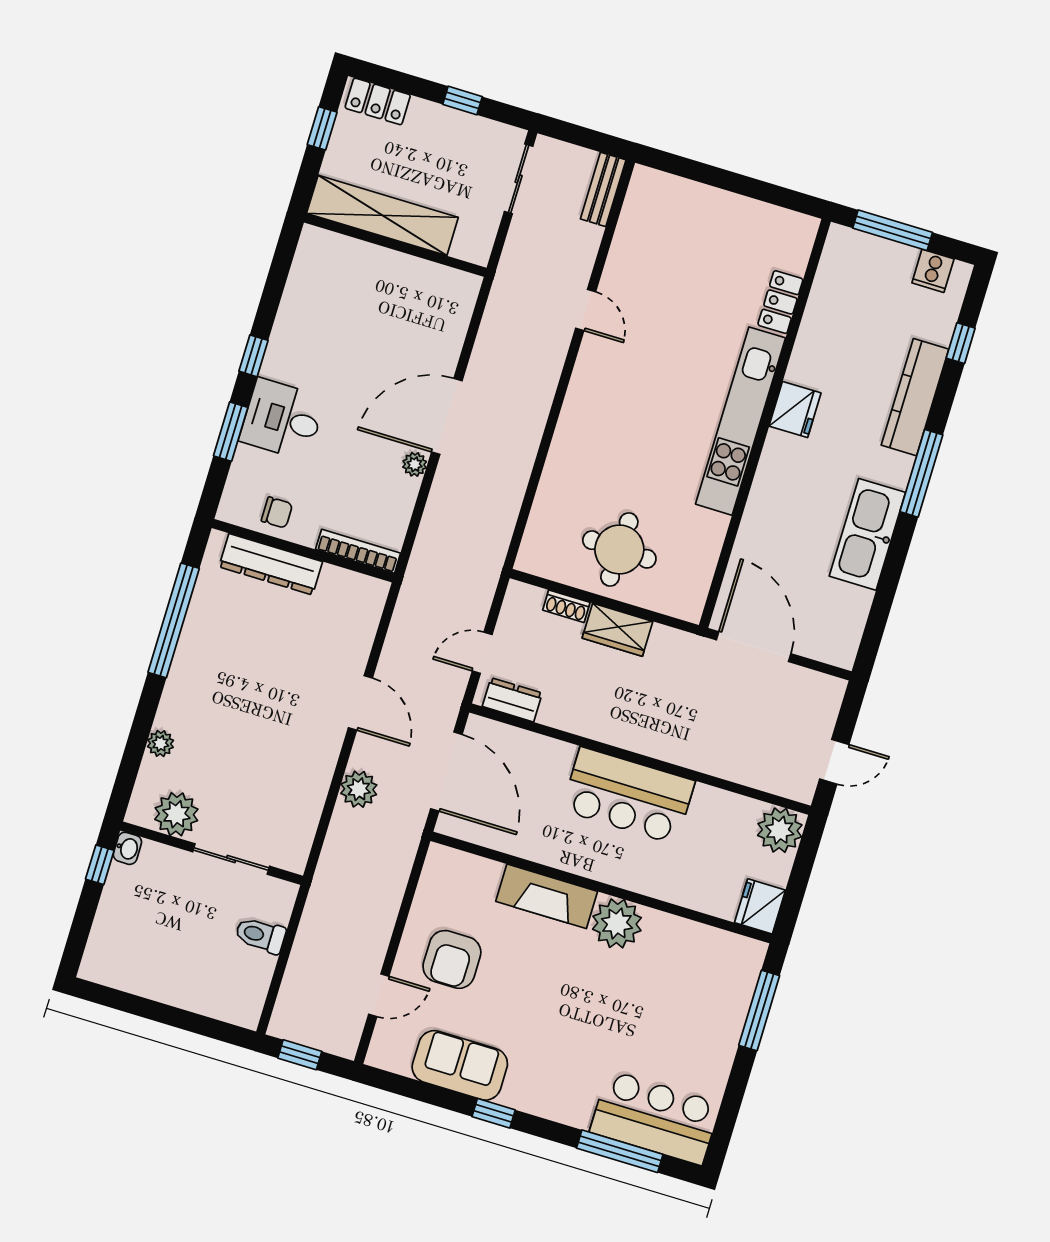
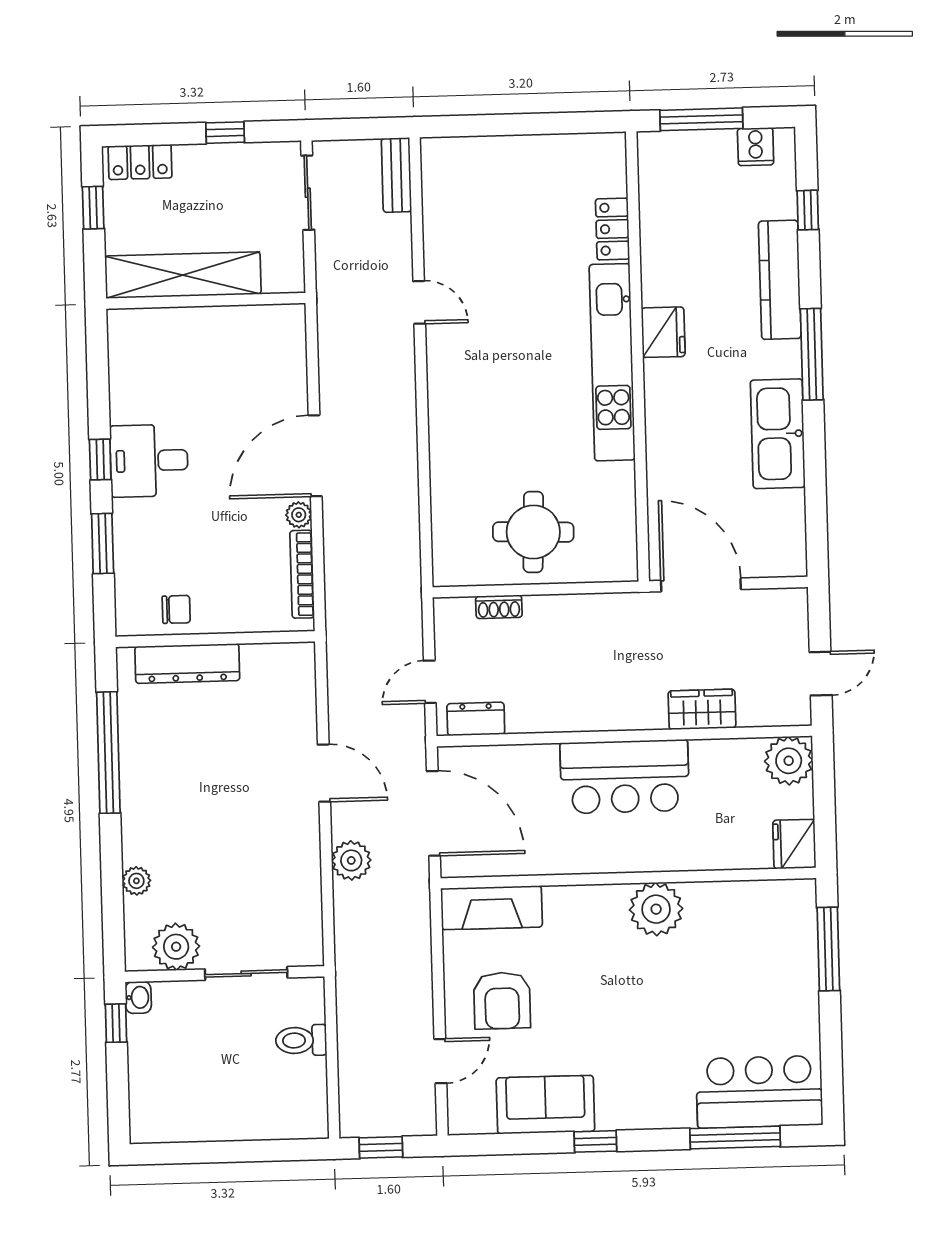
desk: (282, 419) -> (149, 461), moved
bookcase: (358, 551) -> (302, 574), moved, turned -90
wardrobe: (617, 630) -> (702, 709), moved, turned 180
fireplace: (547, 896) -> (492, 908), moved

